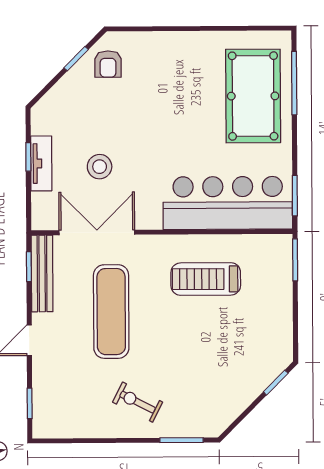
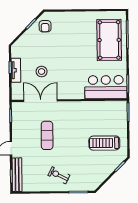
bar counter: (228, 203) -> (106, 87), width x0.73
bench: (42, 273) -> (17, 175), moved
treadmill: (206, 279) -> (104, 143), moved
exercise mat: (111, 312) -> (47, 135), width x0.73, depth x0.69

